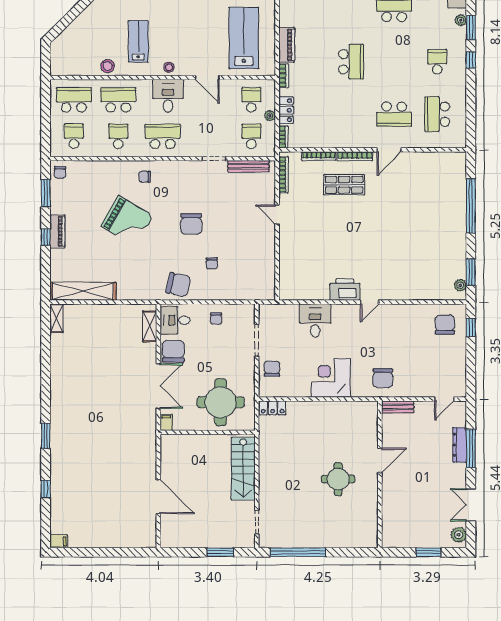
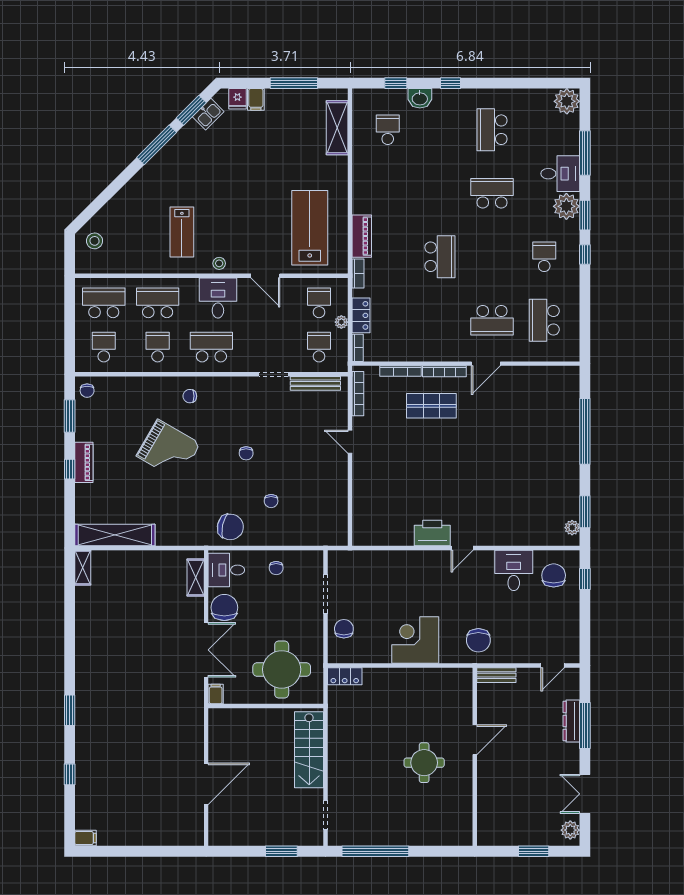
plant: (461, 20) -> (566, 206), width x1.88, depth x1.88
lab bench: (138, 41) -> (182, 232), turned 180
stool: (107, 66) -> (95, 241), moved
chair: (191, 224) -> (246, 453), width x0.54, depth x0.54
desk: (315, 321) -> (514, 570), moved
door: (158, 497) -> (206, 784), hinge flipped

